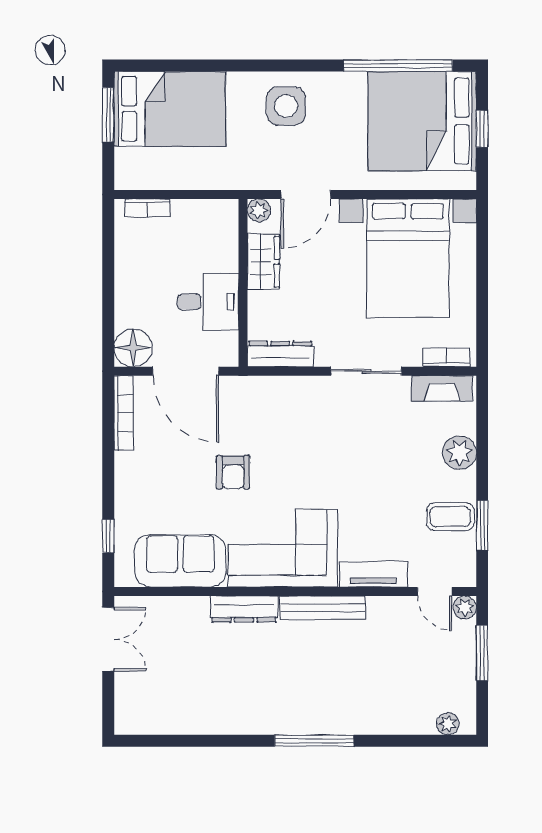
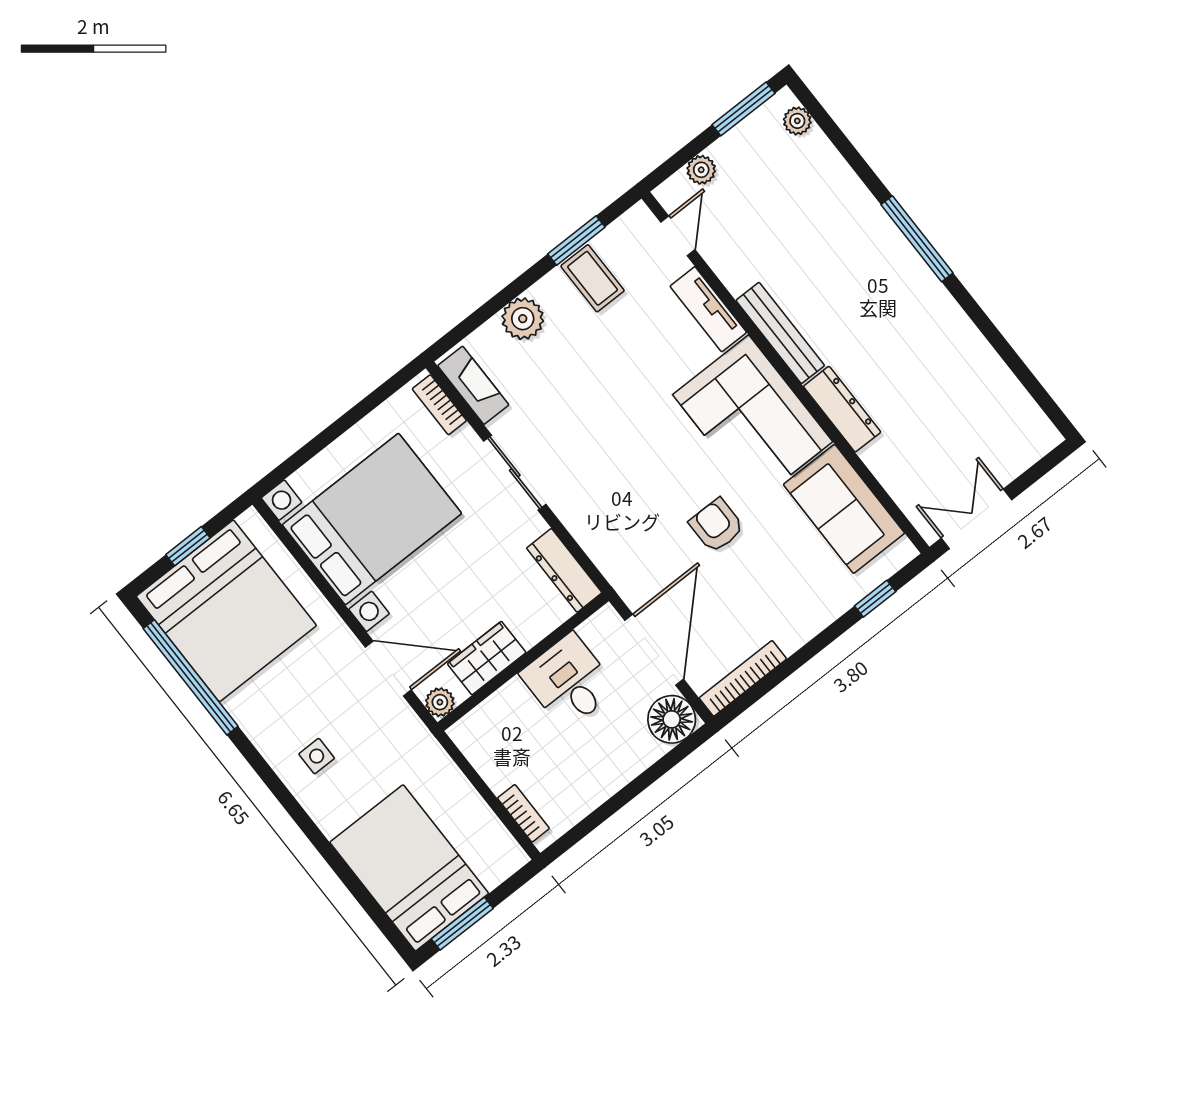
side table: (286, 106) -> (317, 756), width x0.54, depth x0.54
armchair: (233, 472) -> (717, 525), turned -90
plant: (465, 607) -> (701, 170), moved
window: (482, 653) -> (744, 109), moved

